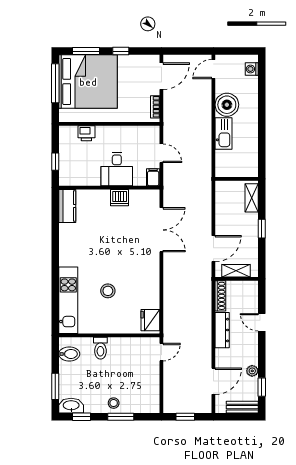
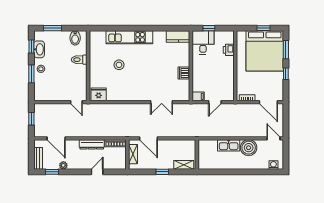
window: (55, 83) -> (264, 28), width x0.46
desk: (117, 169) -> (203, 42), moved, turned 90
double door: (161, 230) -> (162, 102), width x0.73
kitchen unit: (68, 300) -> (129, 37), moved
washbasin: (71, 406) -> (39, 49), moved

